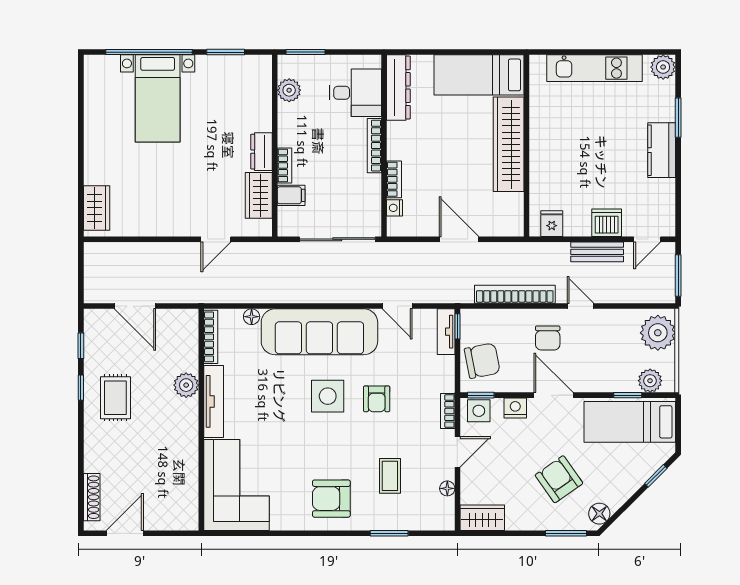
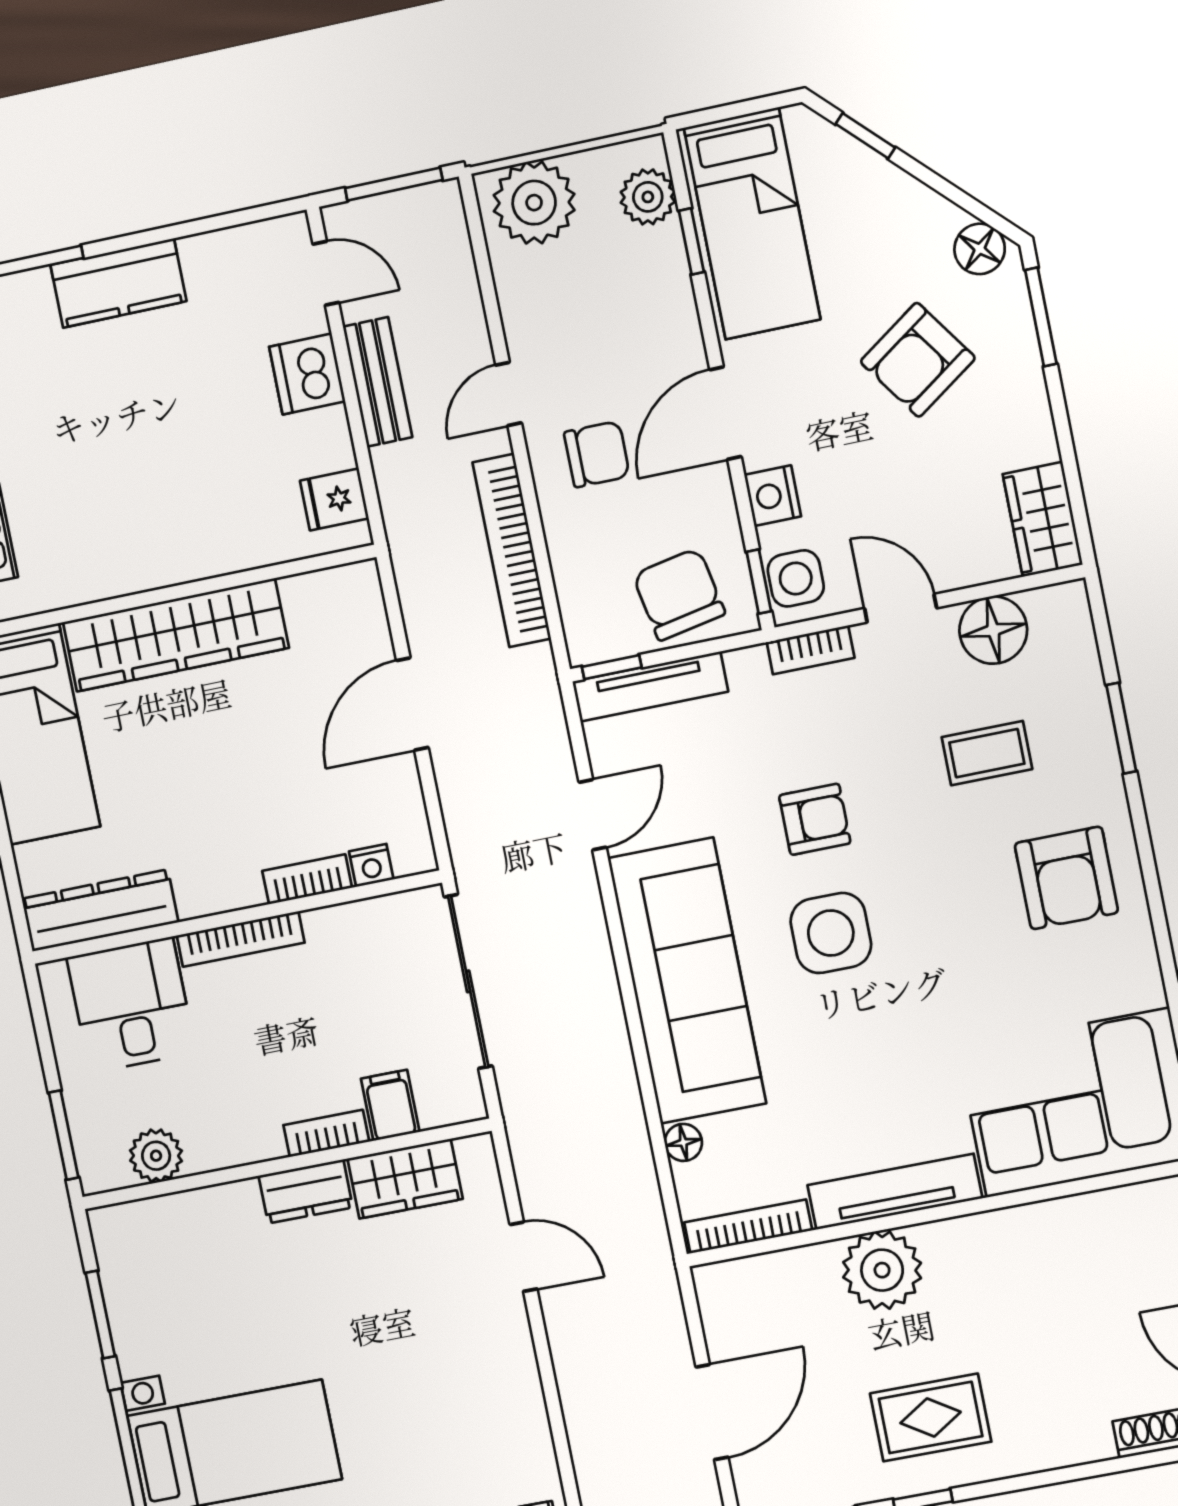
tv unit: (446, 332) -> (650, 687), width x1.41
plant: (186, 385) -> (882, 1270), width x1.36, depth x1.36
floor lamp: (447, 488) -> (993, 630), width x1.89, depth x1.89

